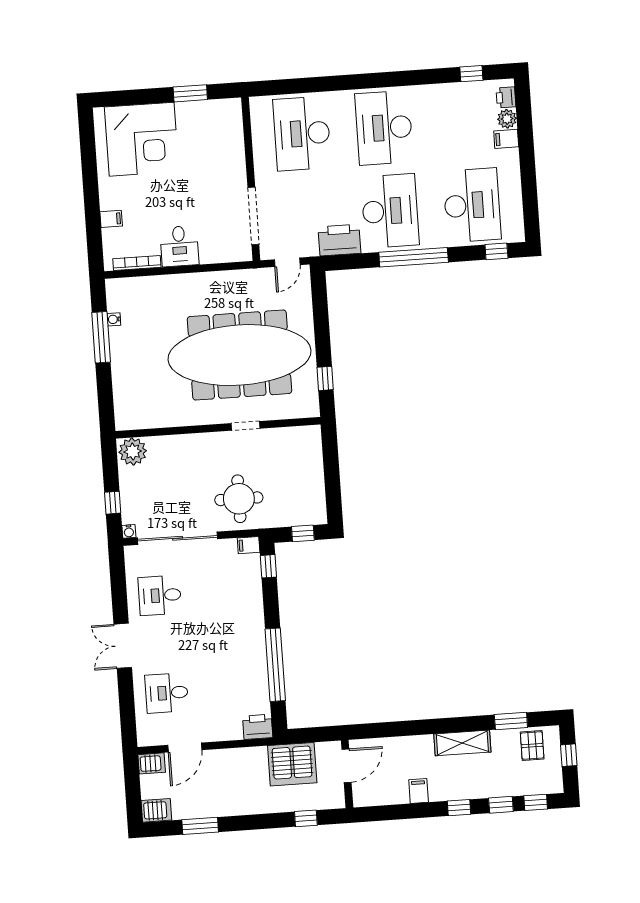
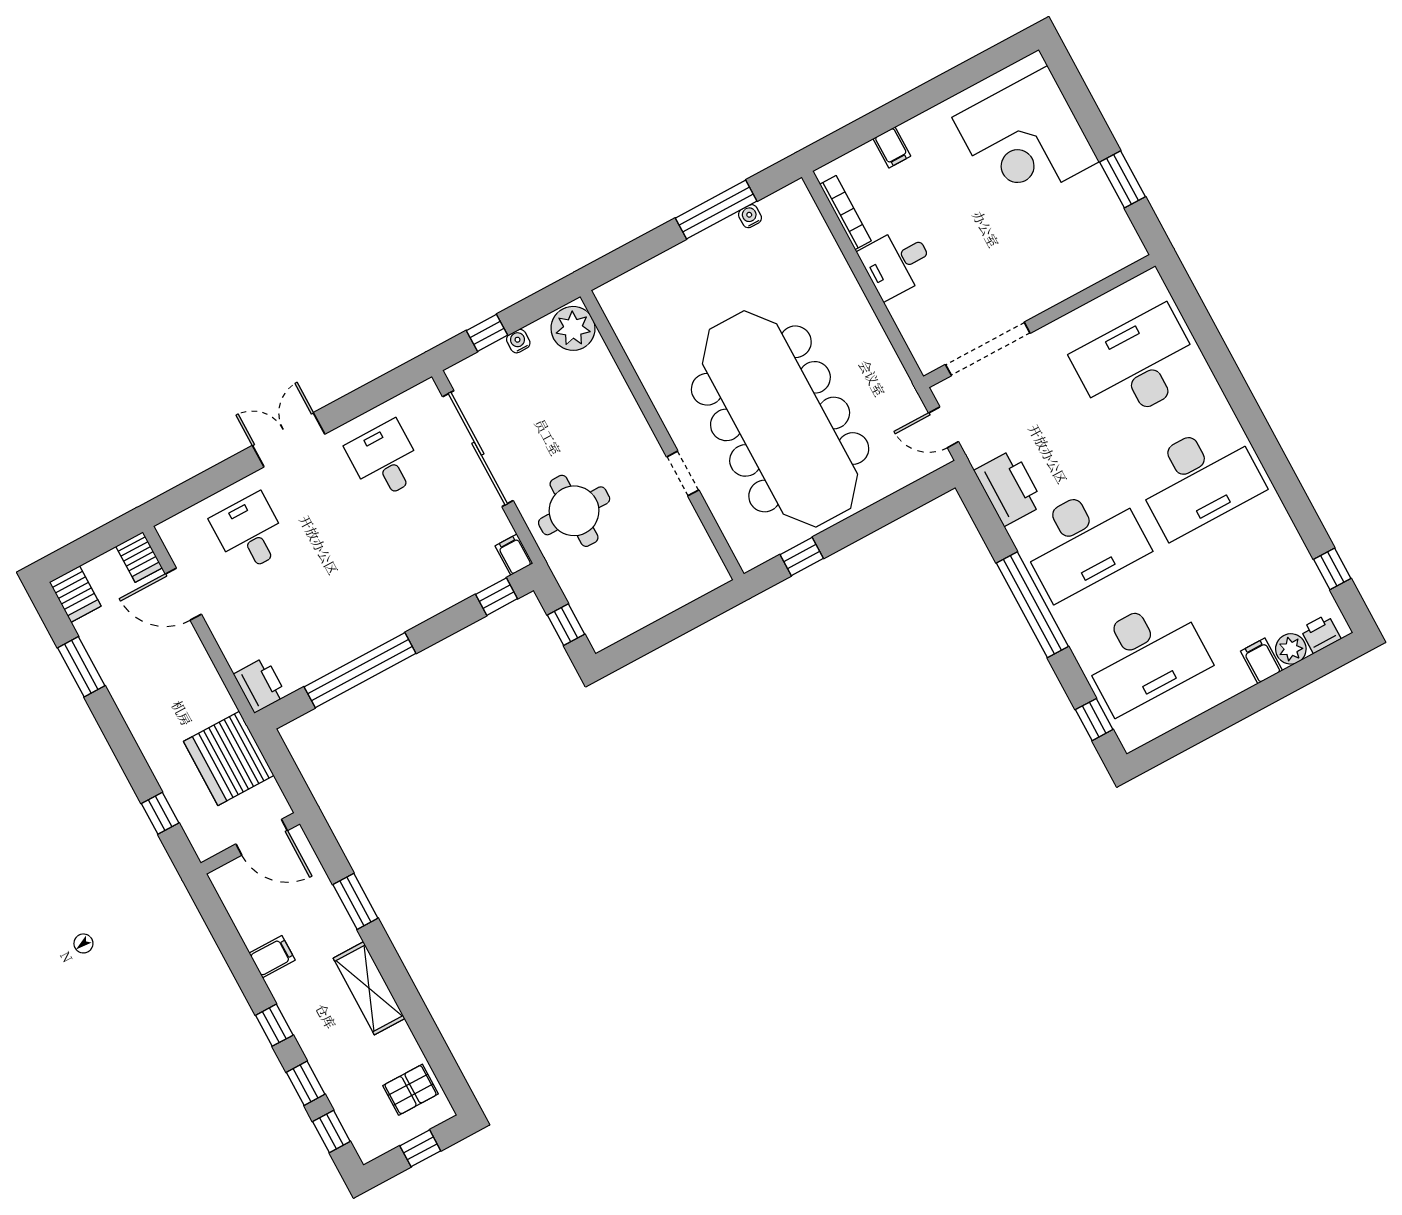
desk: (384, 128) -> (1199, 479), turned 180
water cooler: (129, 531) -> (518, 341), moved, turned 90
window: (511, 721) -> (355, 901), moved

